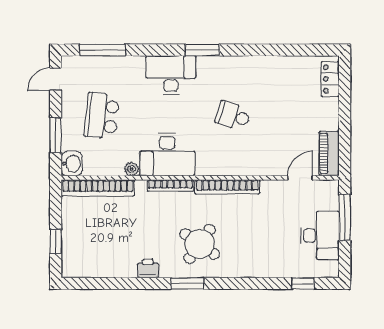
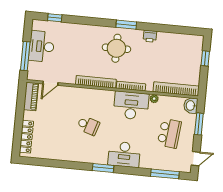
locker: (330, 79) -> (26, 137), width x1.53
round table: (200, 244) -> (116, 48), turned -35

